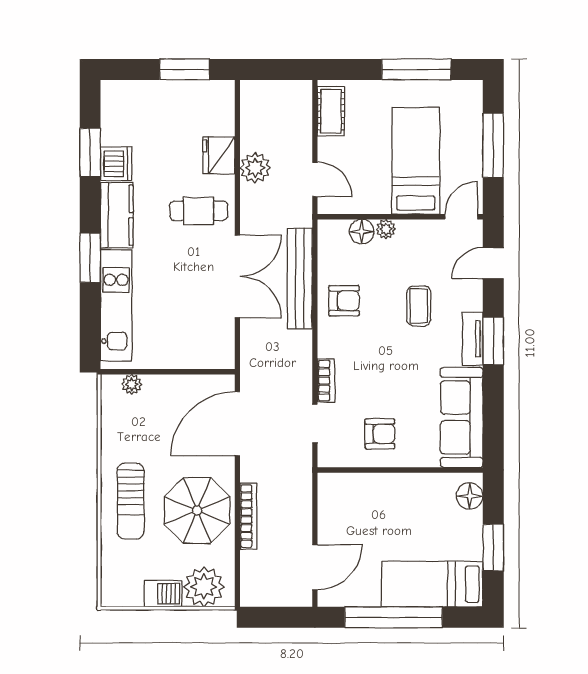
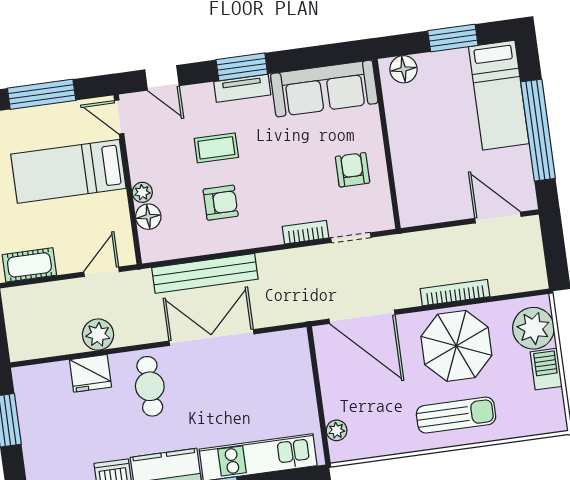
armchair: (344, 301) -> (221, 203), moved, turned 90

